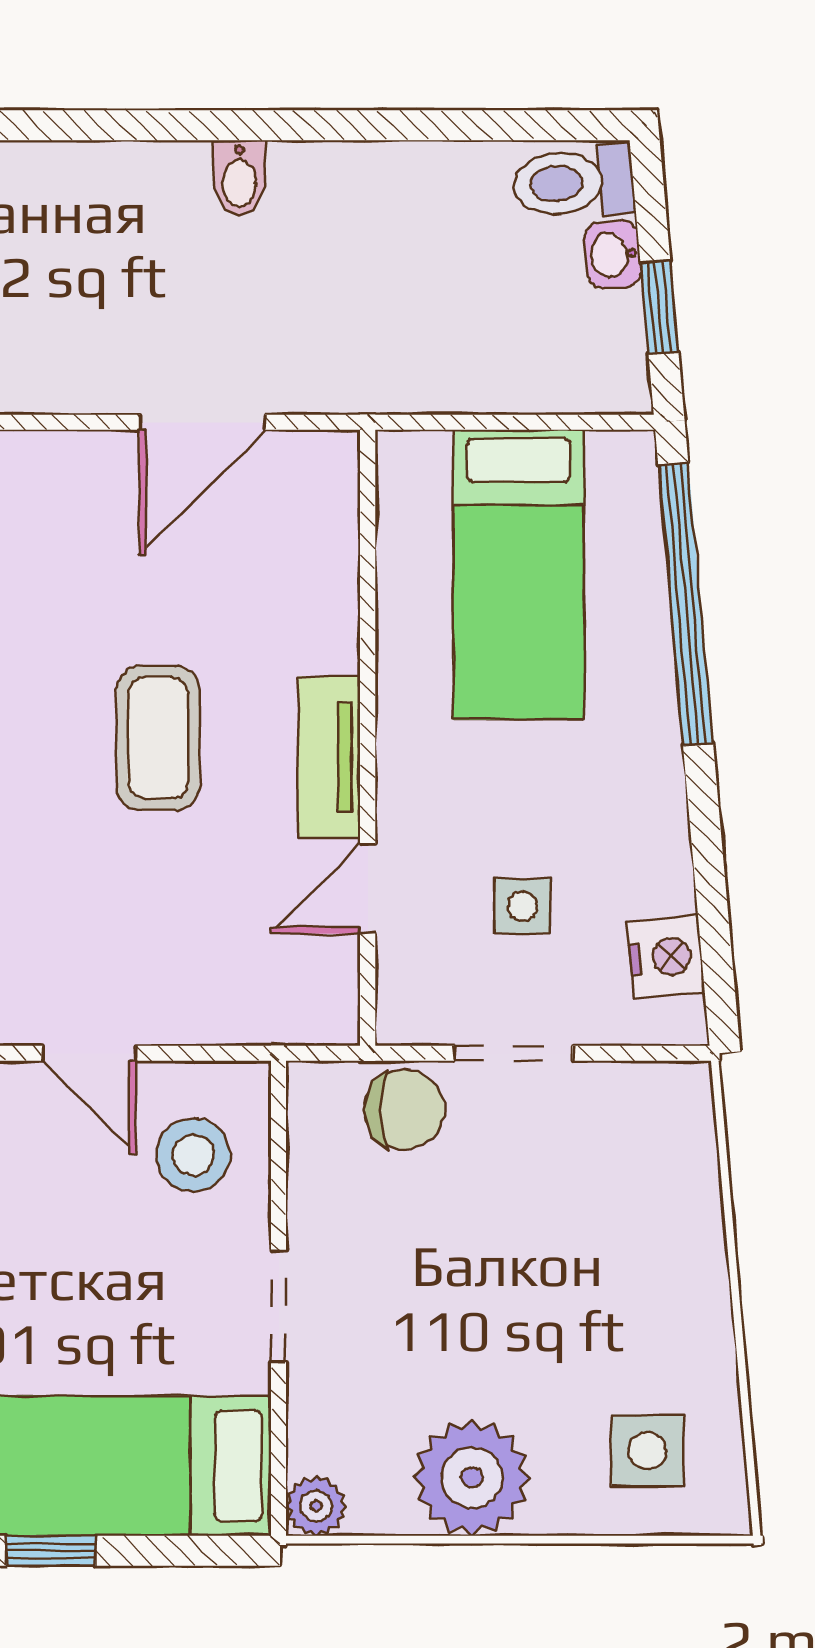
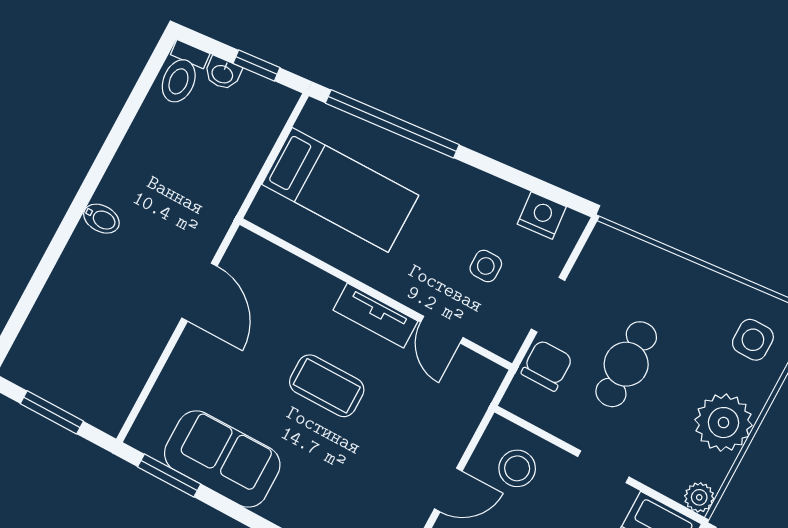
cafe table: (482, 1249) -> (626, 364), added

